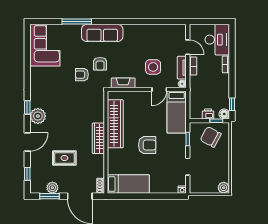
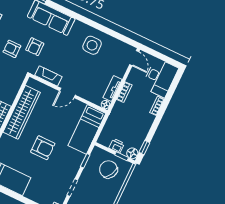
door: (188, 47) -> (134, 58), moved
side table: (153, 67) -> (92, 45), moved
door: (159, 89) -> (67, 93), moved

